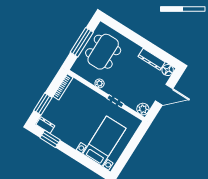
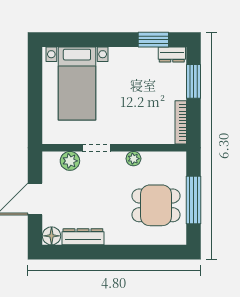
dining table: (103, 52) -> (156, 205), width x0.73
plant: (143, 109) -> (70, 161), moved

